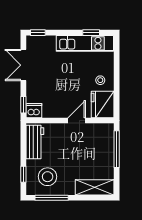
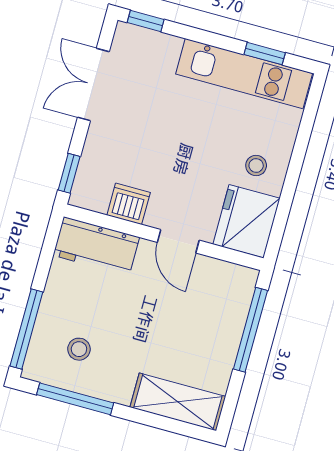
dishwasher: (34, 111) -> (129, 204), moved
door: (77, 121) -> (178, 241), swing flipped
workbench: (35, 142) -> (96, 246), moved, turned 90
window: (23, 174) -> (26, 329), width x2.17
stool: (48, 177) -> (79, 349), width x0.53, depth x0.53

